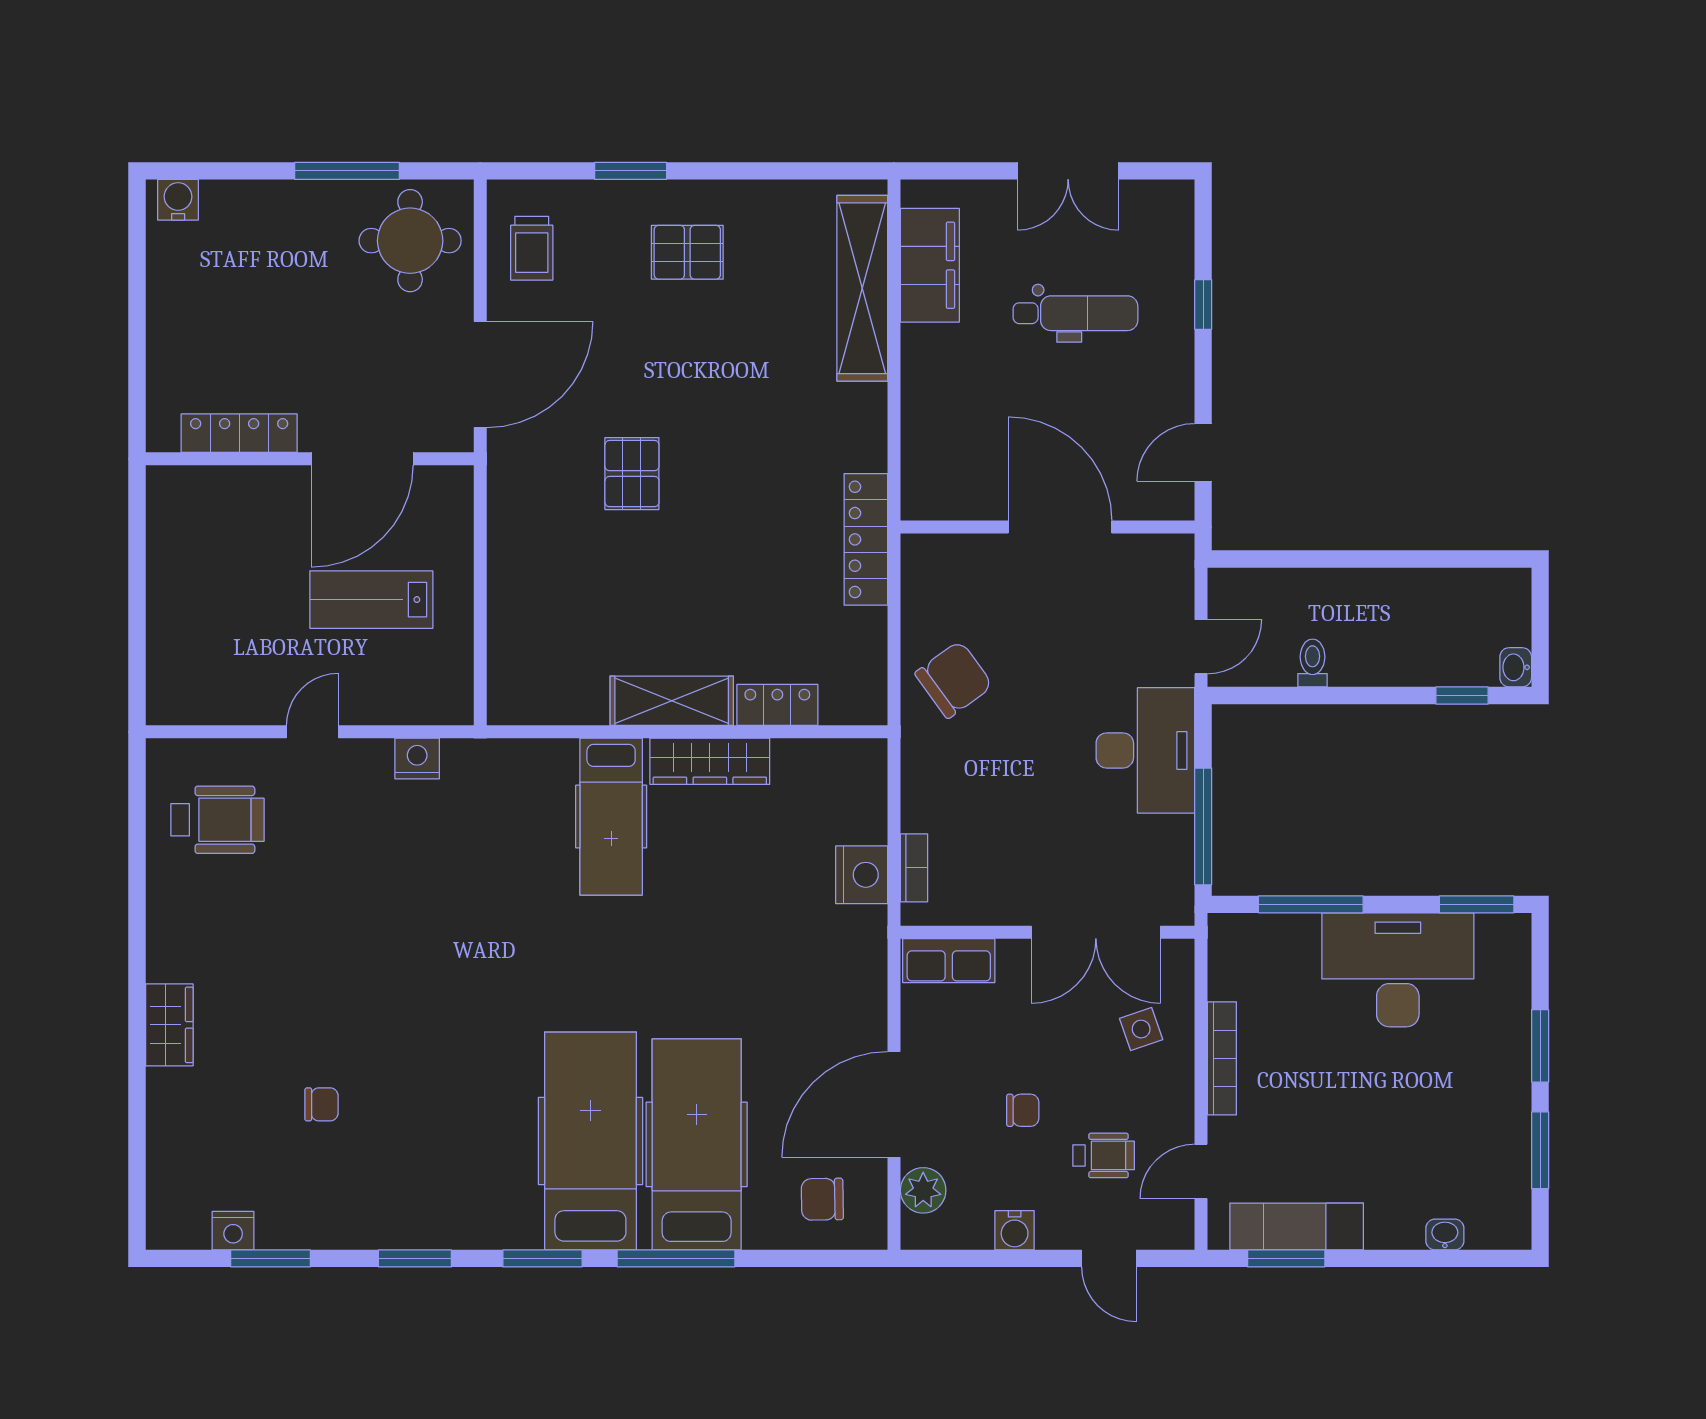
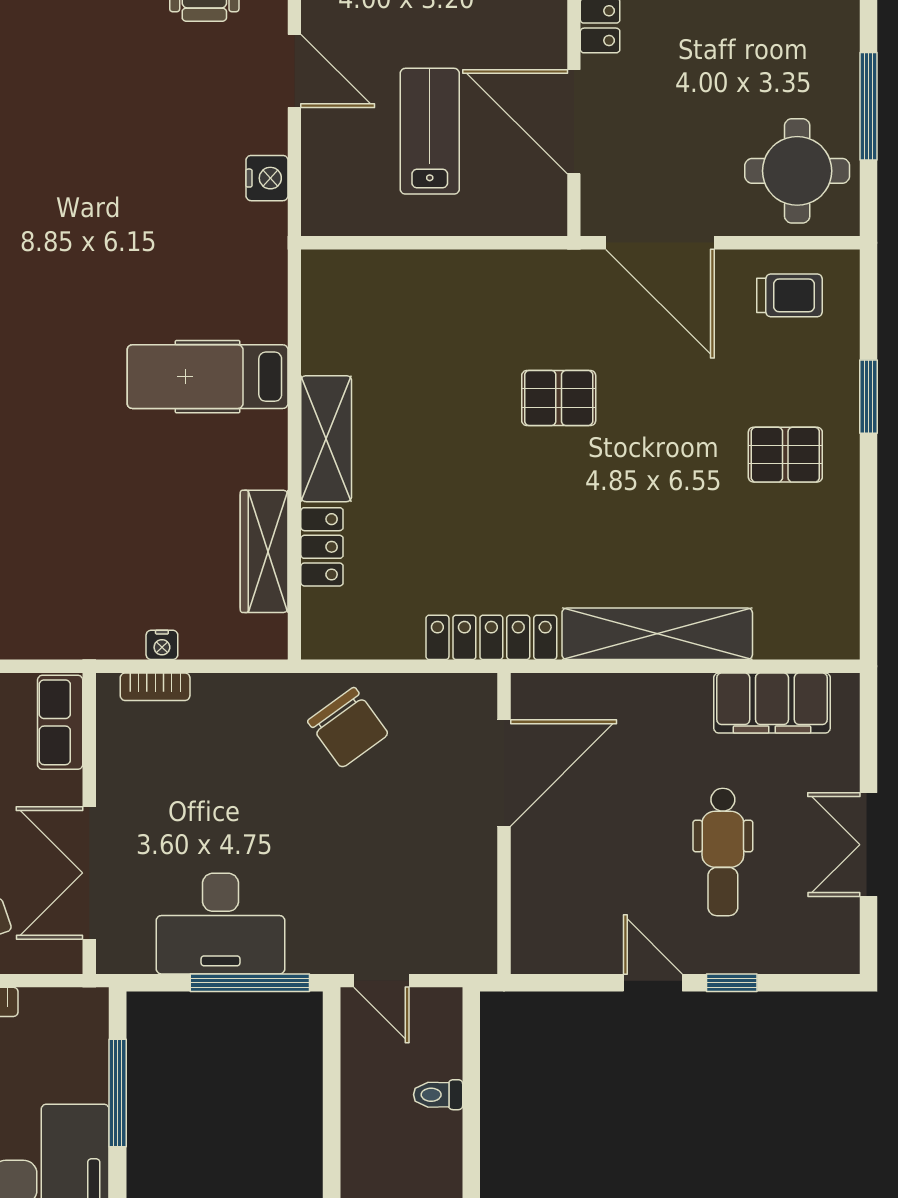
trolley: (532, 248) -> (789, 295), turned 180
pallet: (687, 252) -> (785, 455), turned 90
shelving: (862, 288) -> (657, 634), moved
door: (1203, 452) -> (653, 983), moved
door: (1060, 527) -> (504, 773), moved
toilet: (1313, 663) -> (438, 1095), moved, turned 180
door: (313, 732) -> (294, 71), width x1.38
desk: (1145, 750) -> (220, 924), moved
wardrobe: (710, 761) -> (264, 551), moved
window: (1203, 826) -> (250, 983), moved
nightstand: (862, 875) -> (162, 645), width x0.53, depth x0.56

